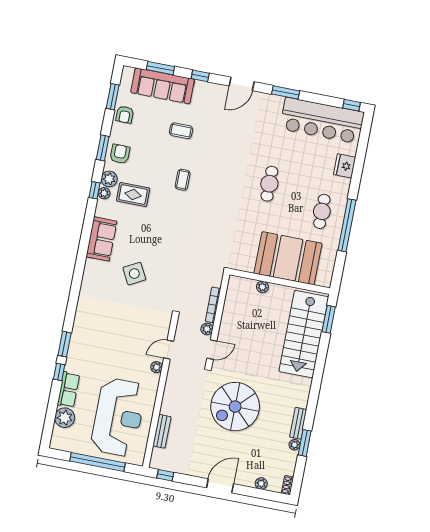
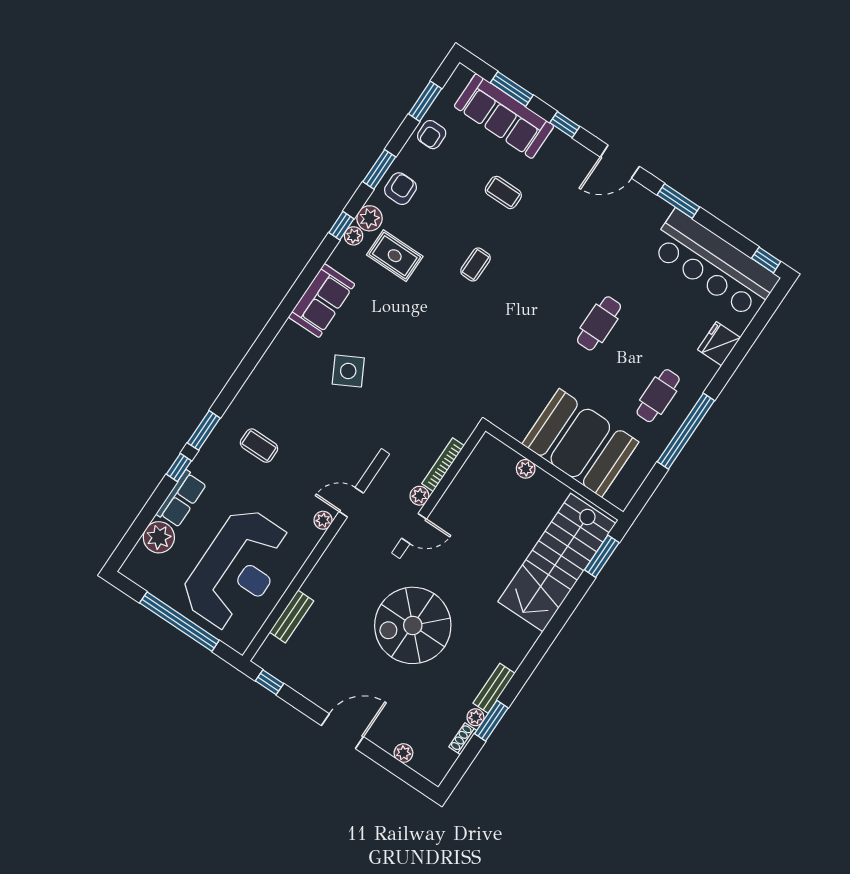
coffee table: (101, 339) -> (259, 446), added
shoe rack: (287, 485) -> (463, 739), moved

